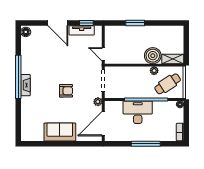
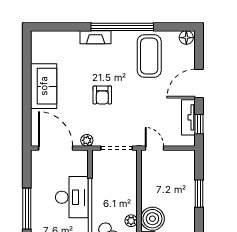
door: (103, 54) -> (154, 148), hinge flipped
coffee table: (39, 58) -> (149, 56), added
fireplace: (25, 85) -> (96, 37), moved

